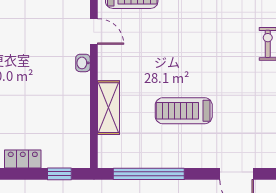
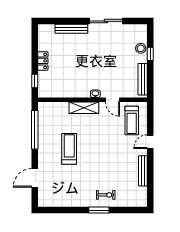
door: (94, 32) -> (113, 100), hinge flipped
shelving: (109, 108) -> (84, 108), moved

